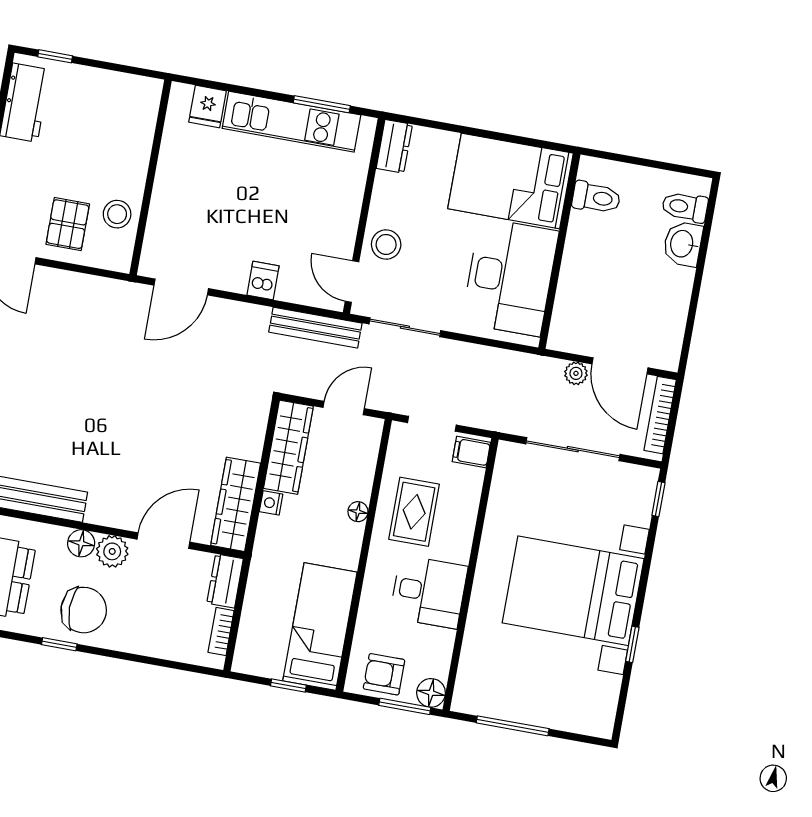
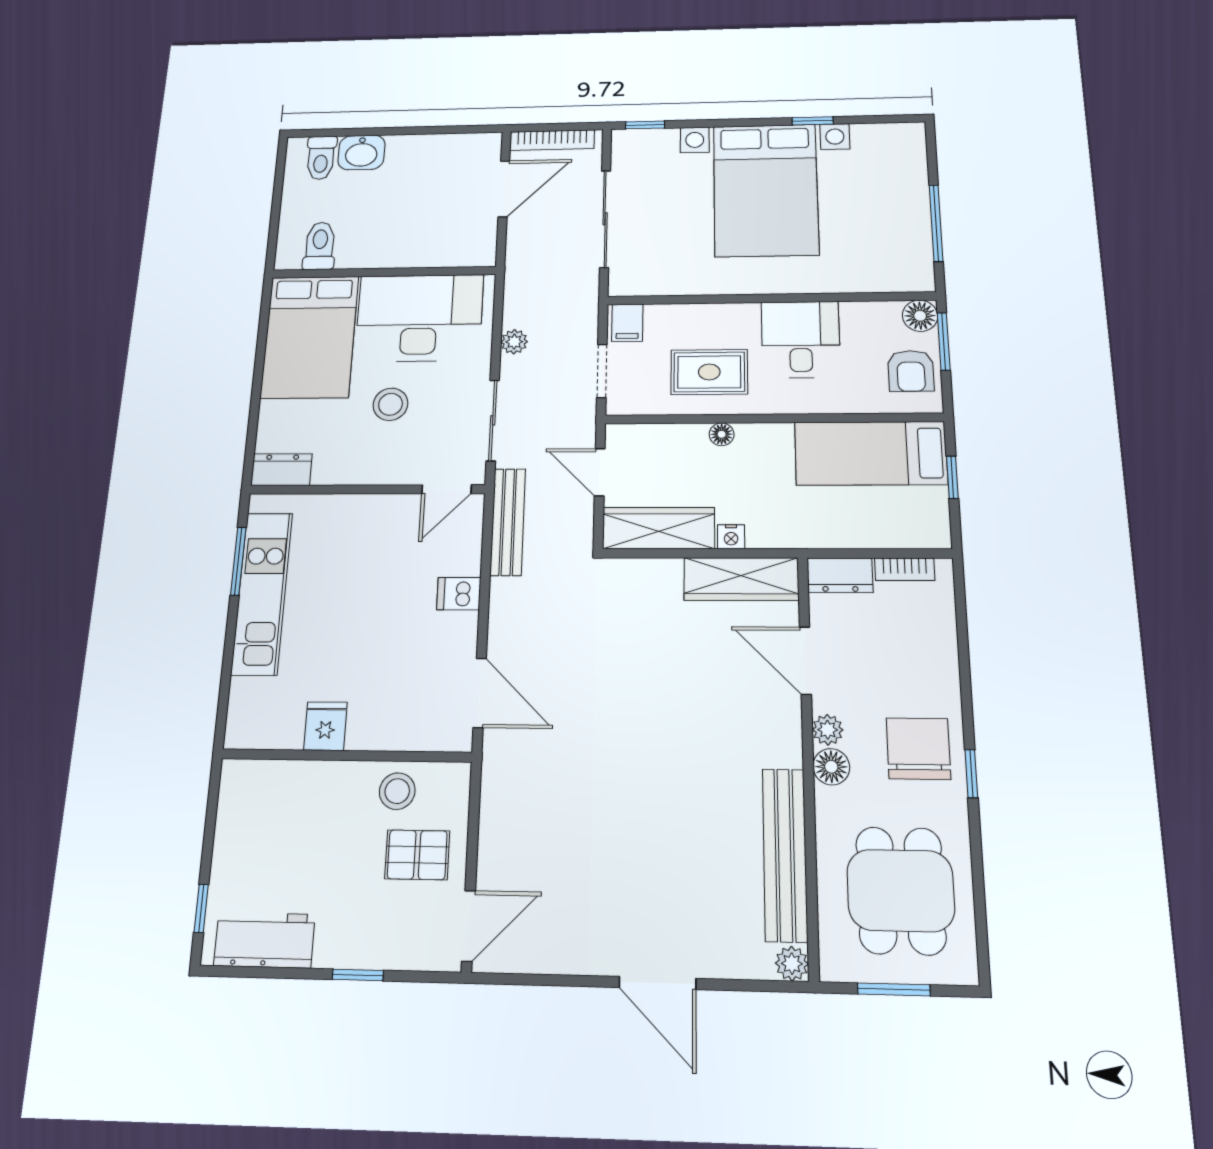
fridge: (208, 106) -> (325, 726), moved, turned -90
stool: (386, 244) -> (390, 404), moved
plant: (576, 373) -> (514, 342), moved
plant: (112, 551) -> (828, 730), width x0.73, depth x0.73

